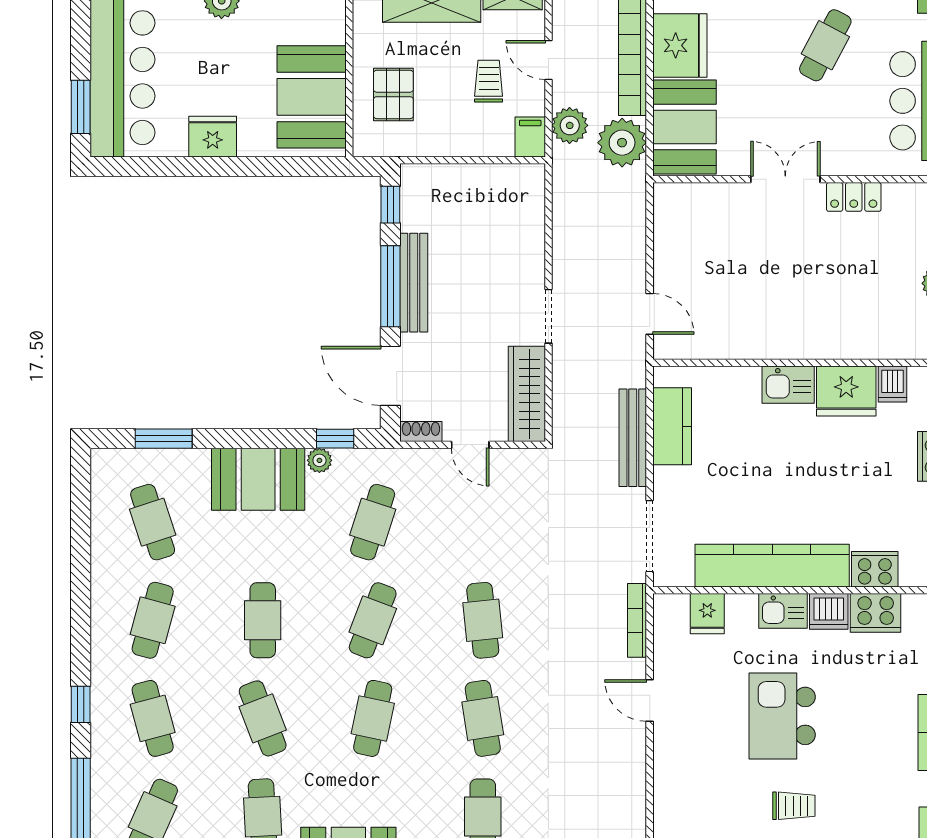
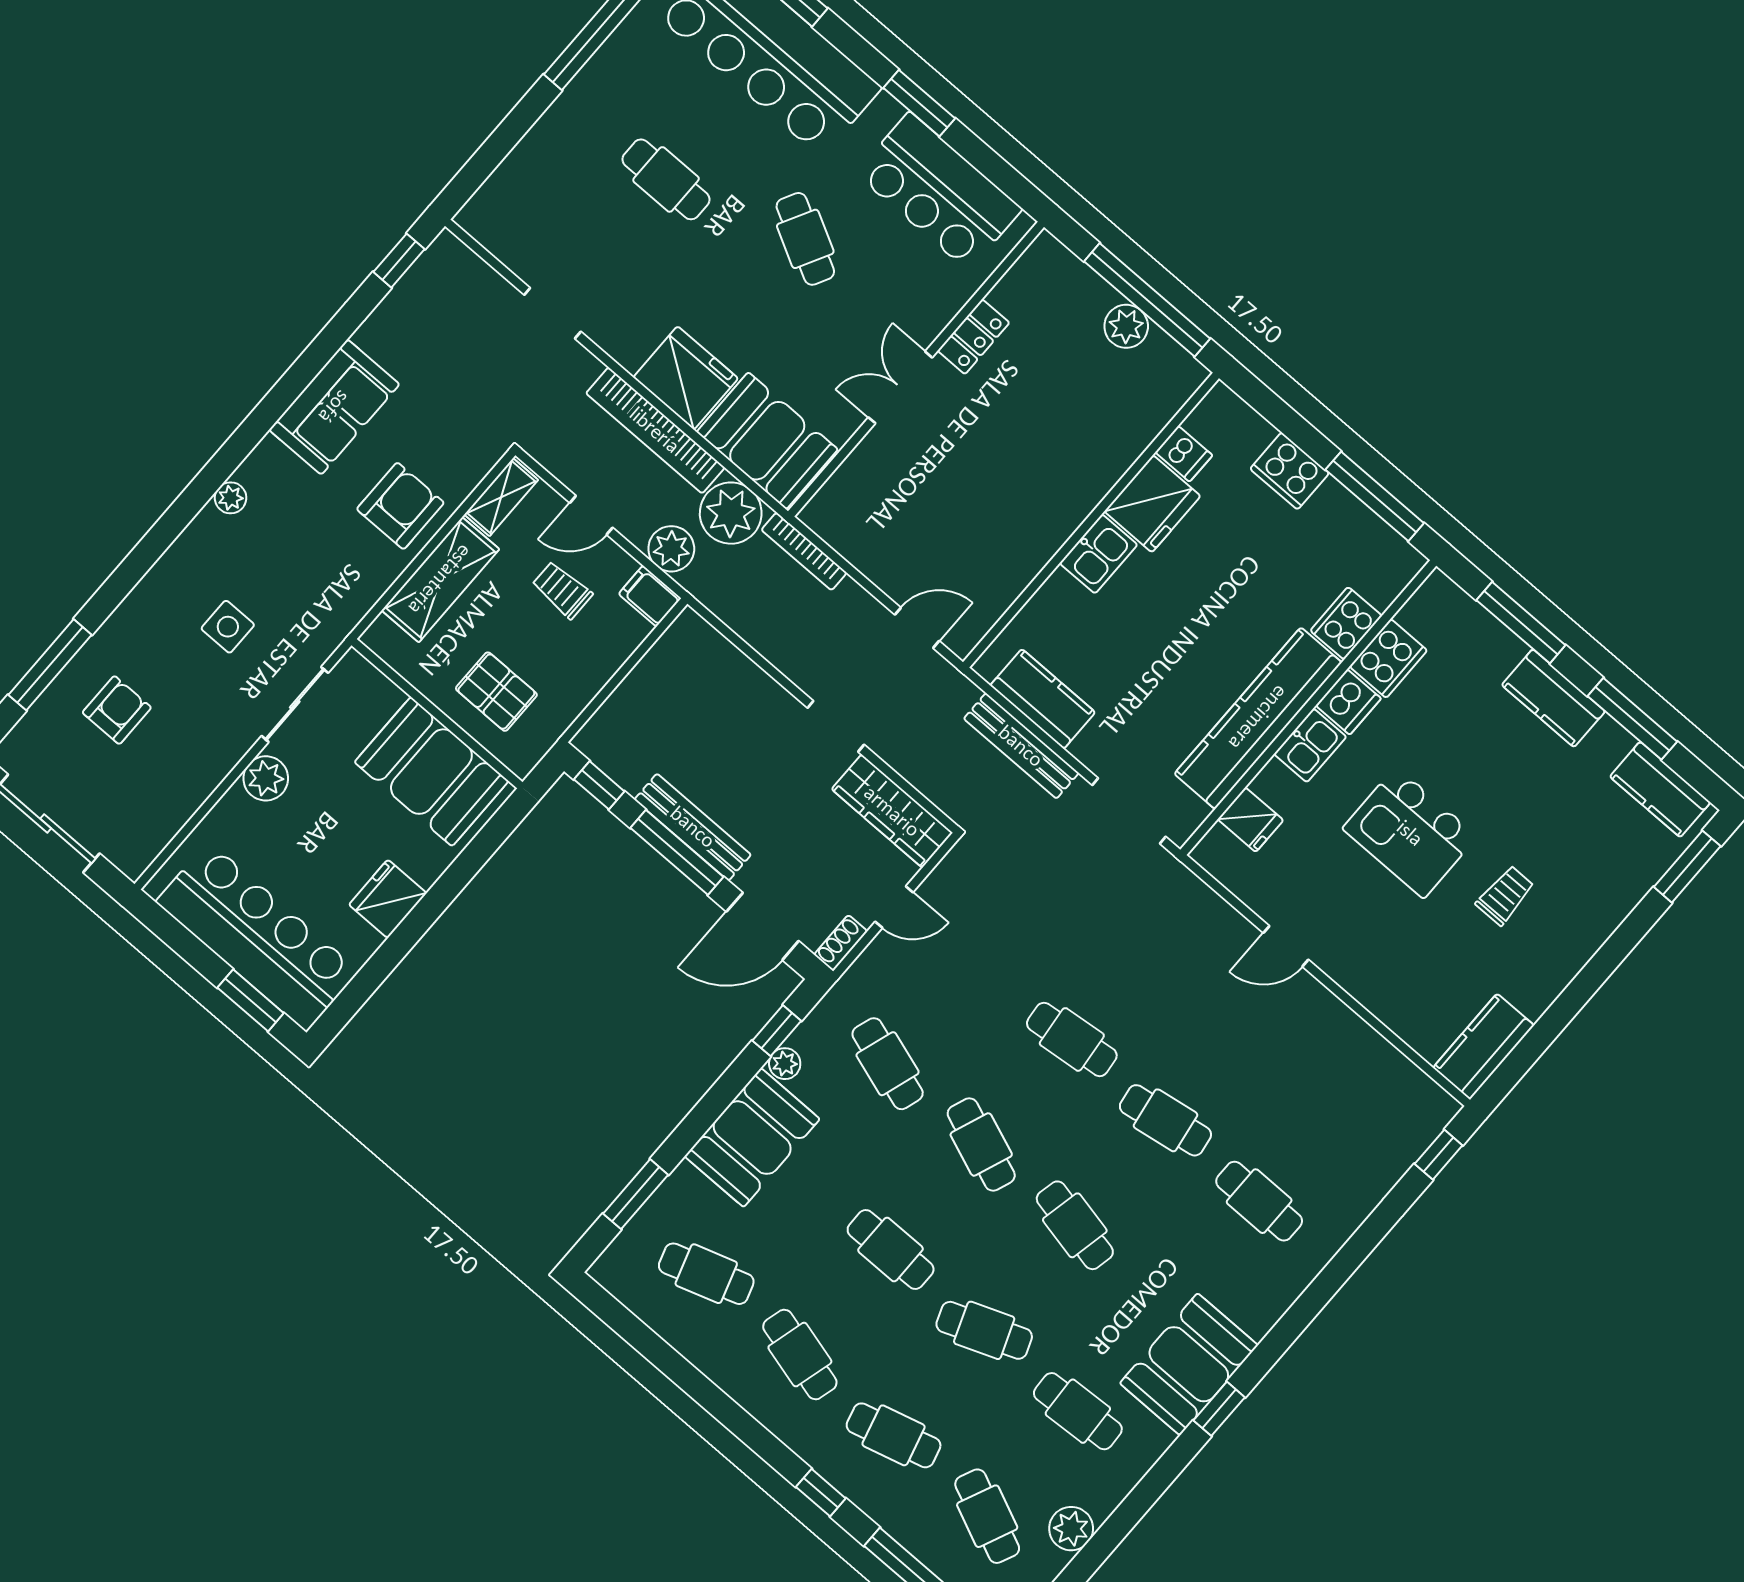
bookcase: (637, 620) -> (804, 551), moved

